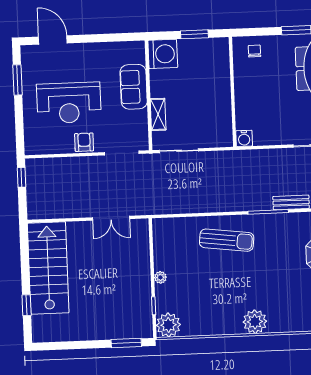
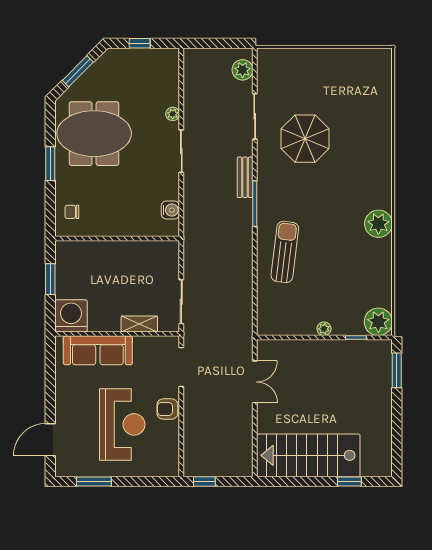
sofa: (134, 87) -> (98, 350), width x1.36
water cooler: (244, 138) -> (170, 210), moved

